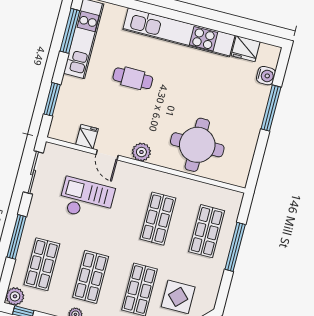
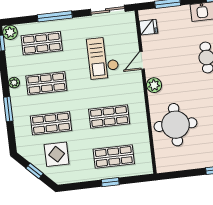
fridge: (87, 137) -> (148, 27), moved
checkout: (86, 199) -> (103, 58), turned 180
window: (235, 247) -> (110, 182), width x0.46

